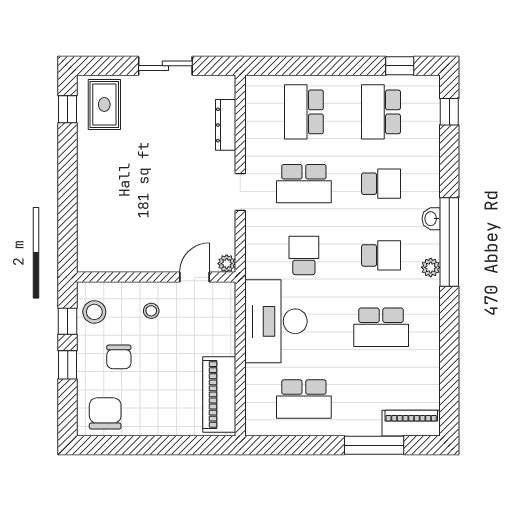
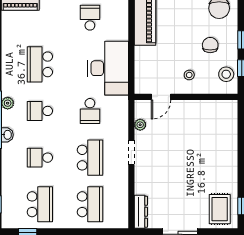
dresser: (226, 125) -> (141, 212), moved
school desk: (304, 184) -> (90, 158), turned 90
plant: (227, 264) -> (140, 125), moved
school desk: (381, 327) -> (40, 64), turned -90
school desk: (304, 399) -> (90, 18), width x0.54

